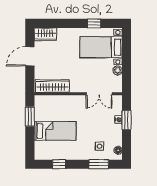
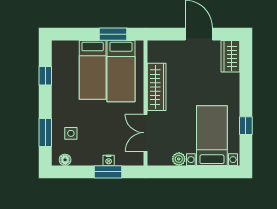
wardrobe: (53, 86) -> (157, 87), moved
bed: (56, 111) -> (121, 71), added

